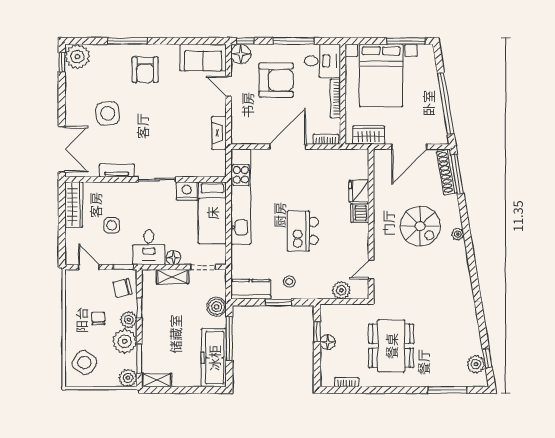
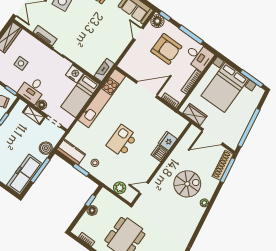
fireplace: (219, 133) -> (104, 70), moved
spiral stairs: (420, 226) -> (187, 184), turned -90

